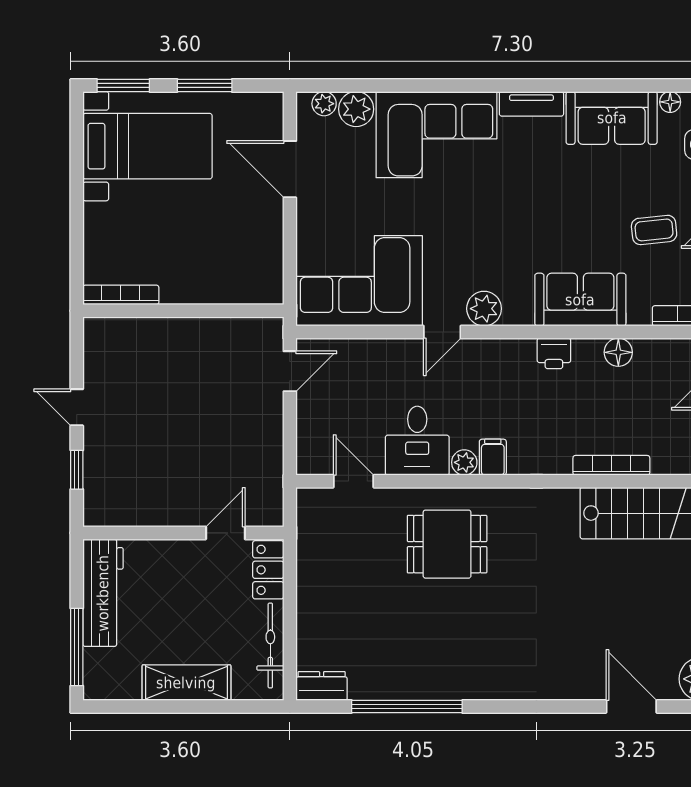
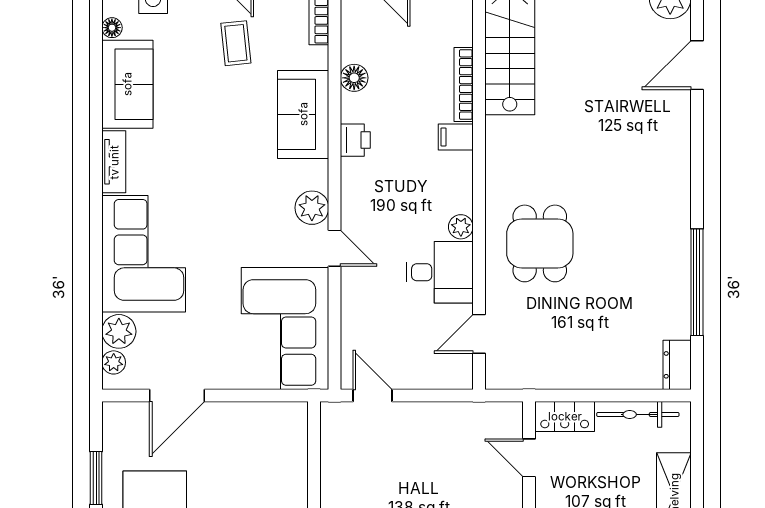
filing cabinet: (493, 457) -> (456, 137), moved

